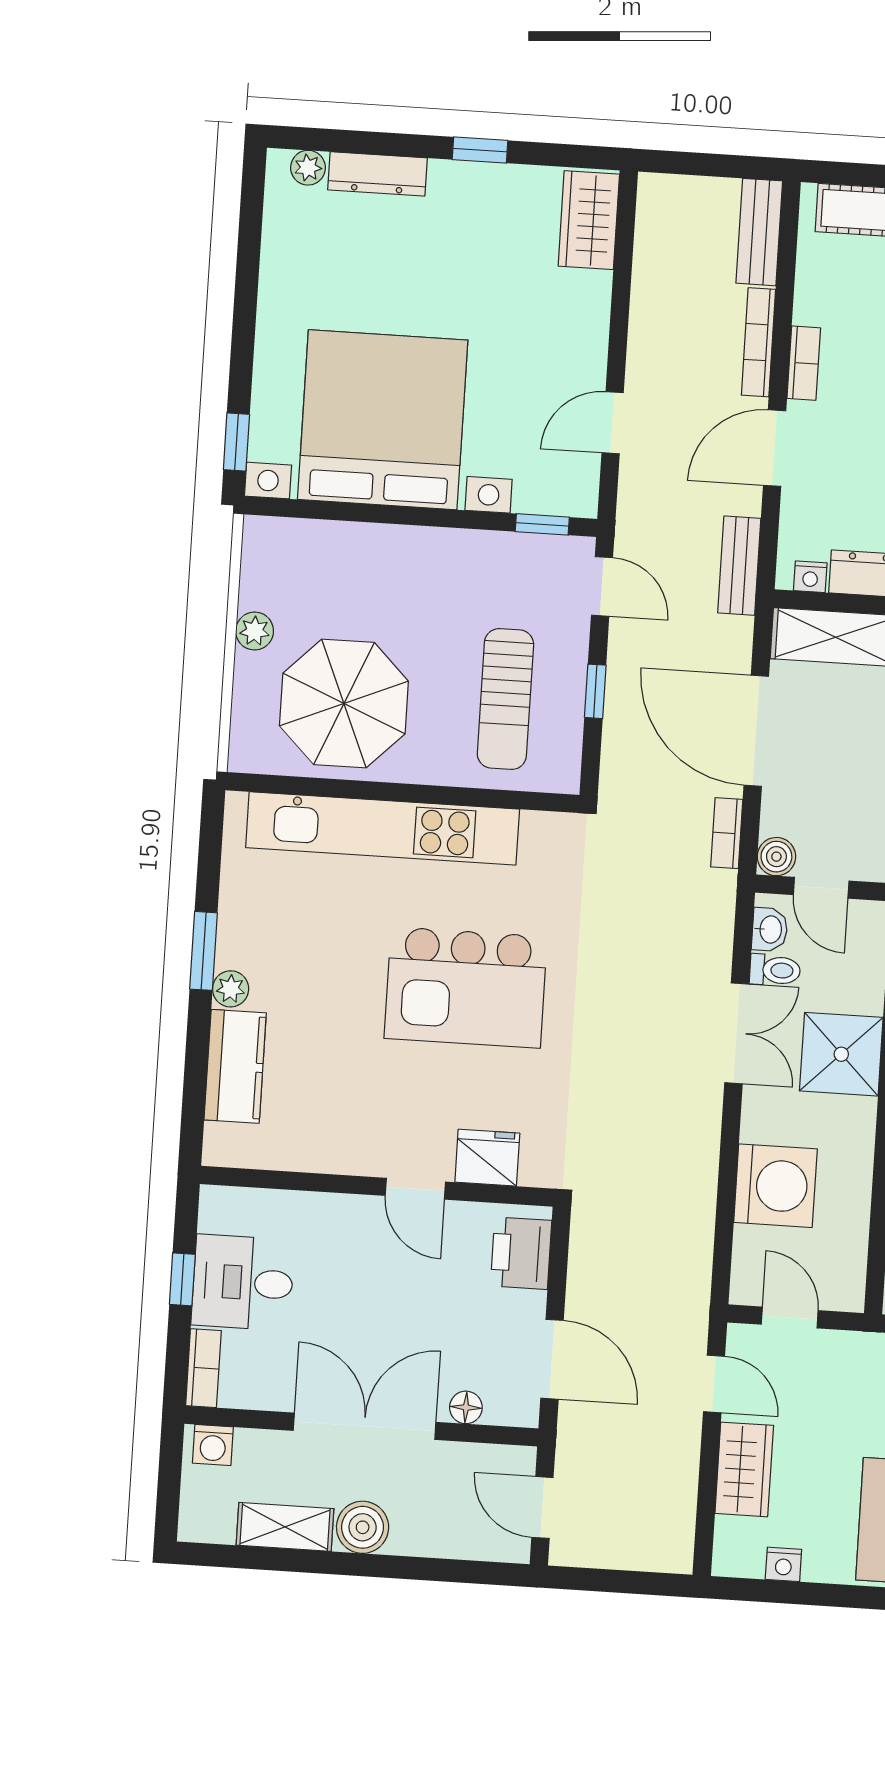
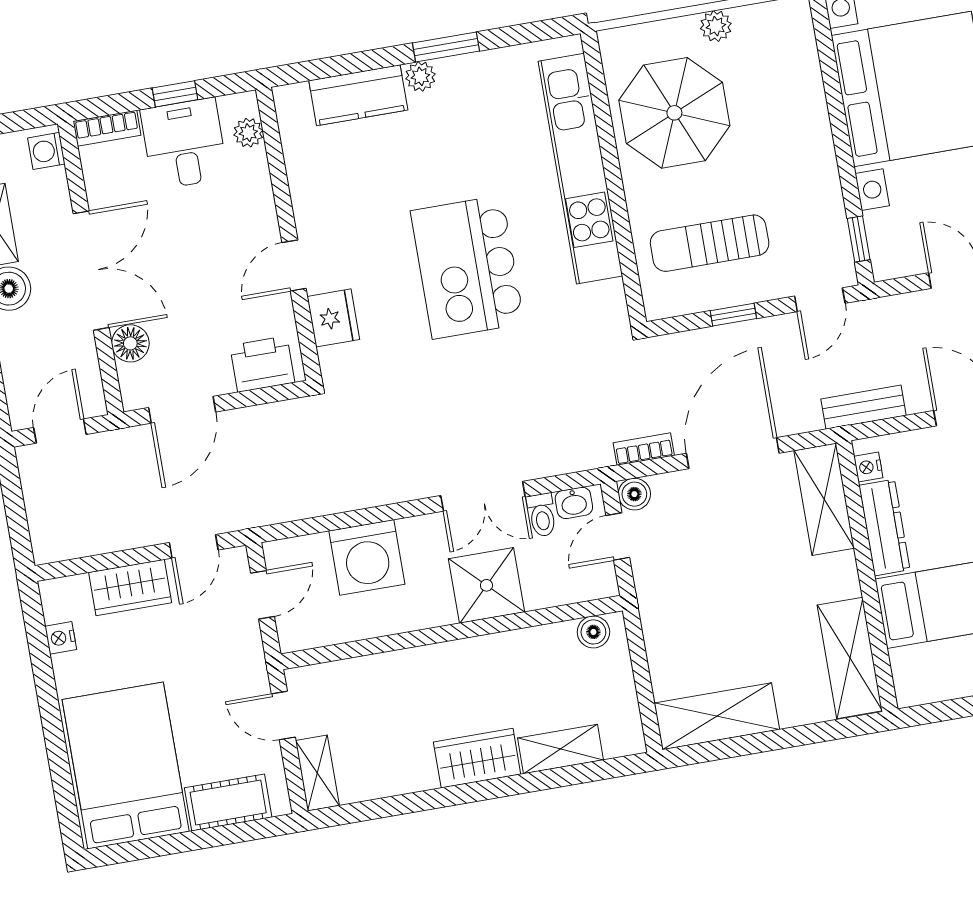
plant: (248, 1205) -> (248, 133), added
floor lamp: (466, 1407) -> (130, 343), width x1.37, depth x1.37

